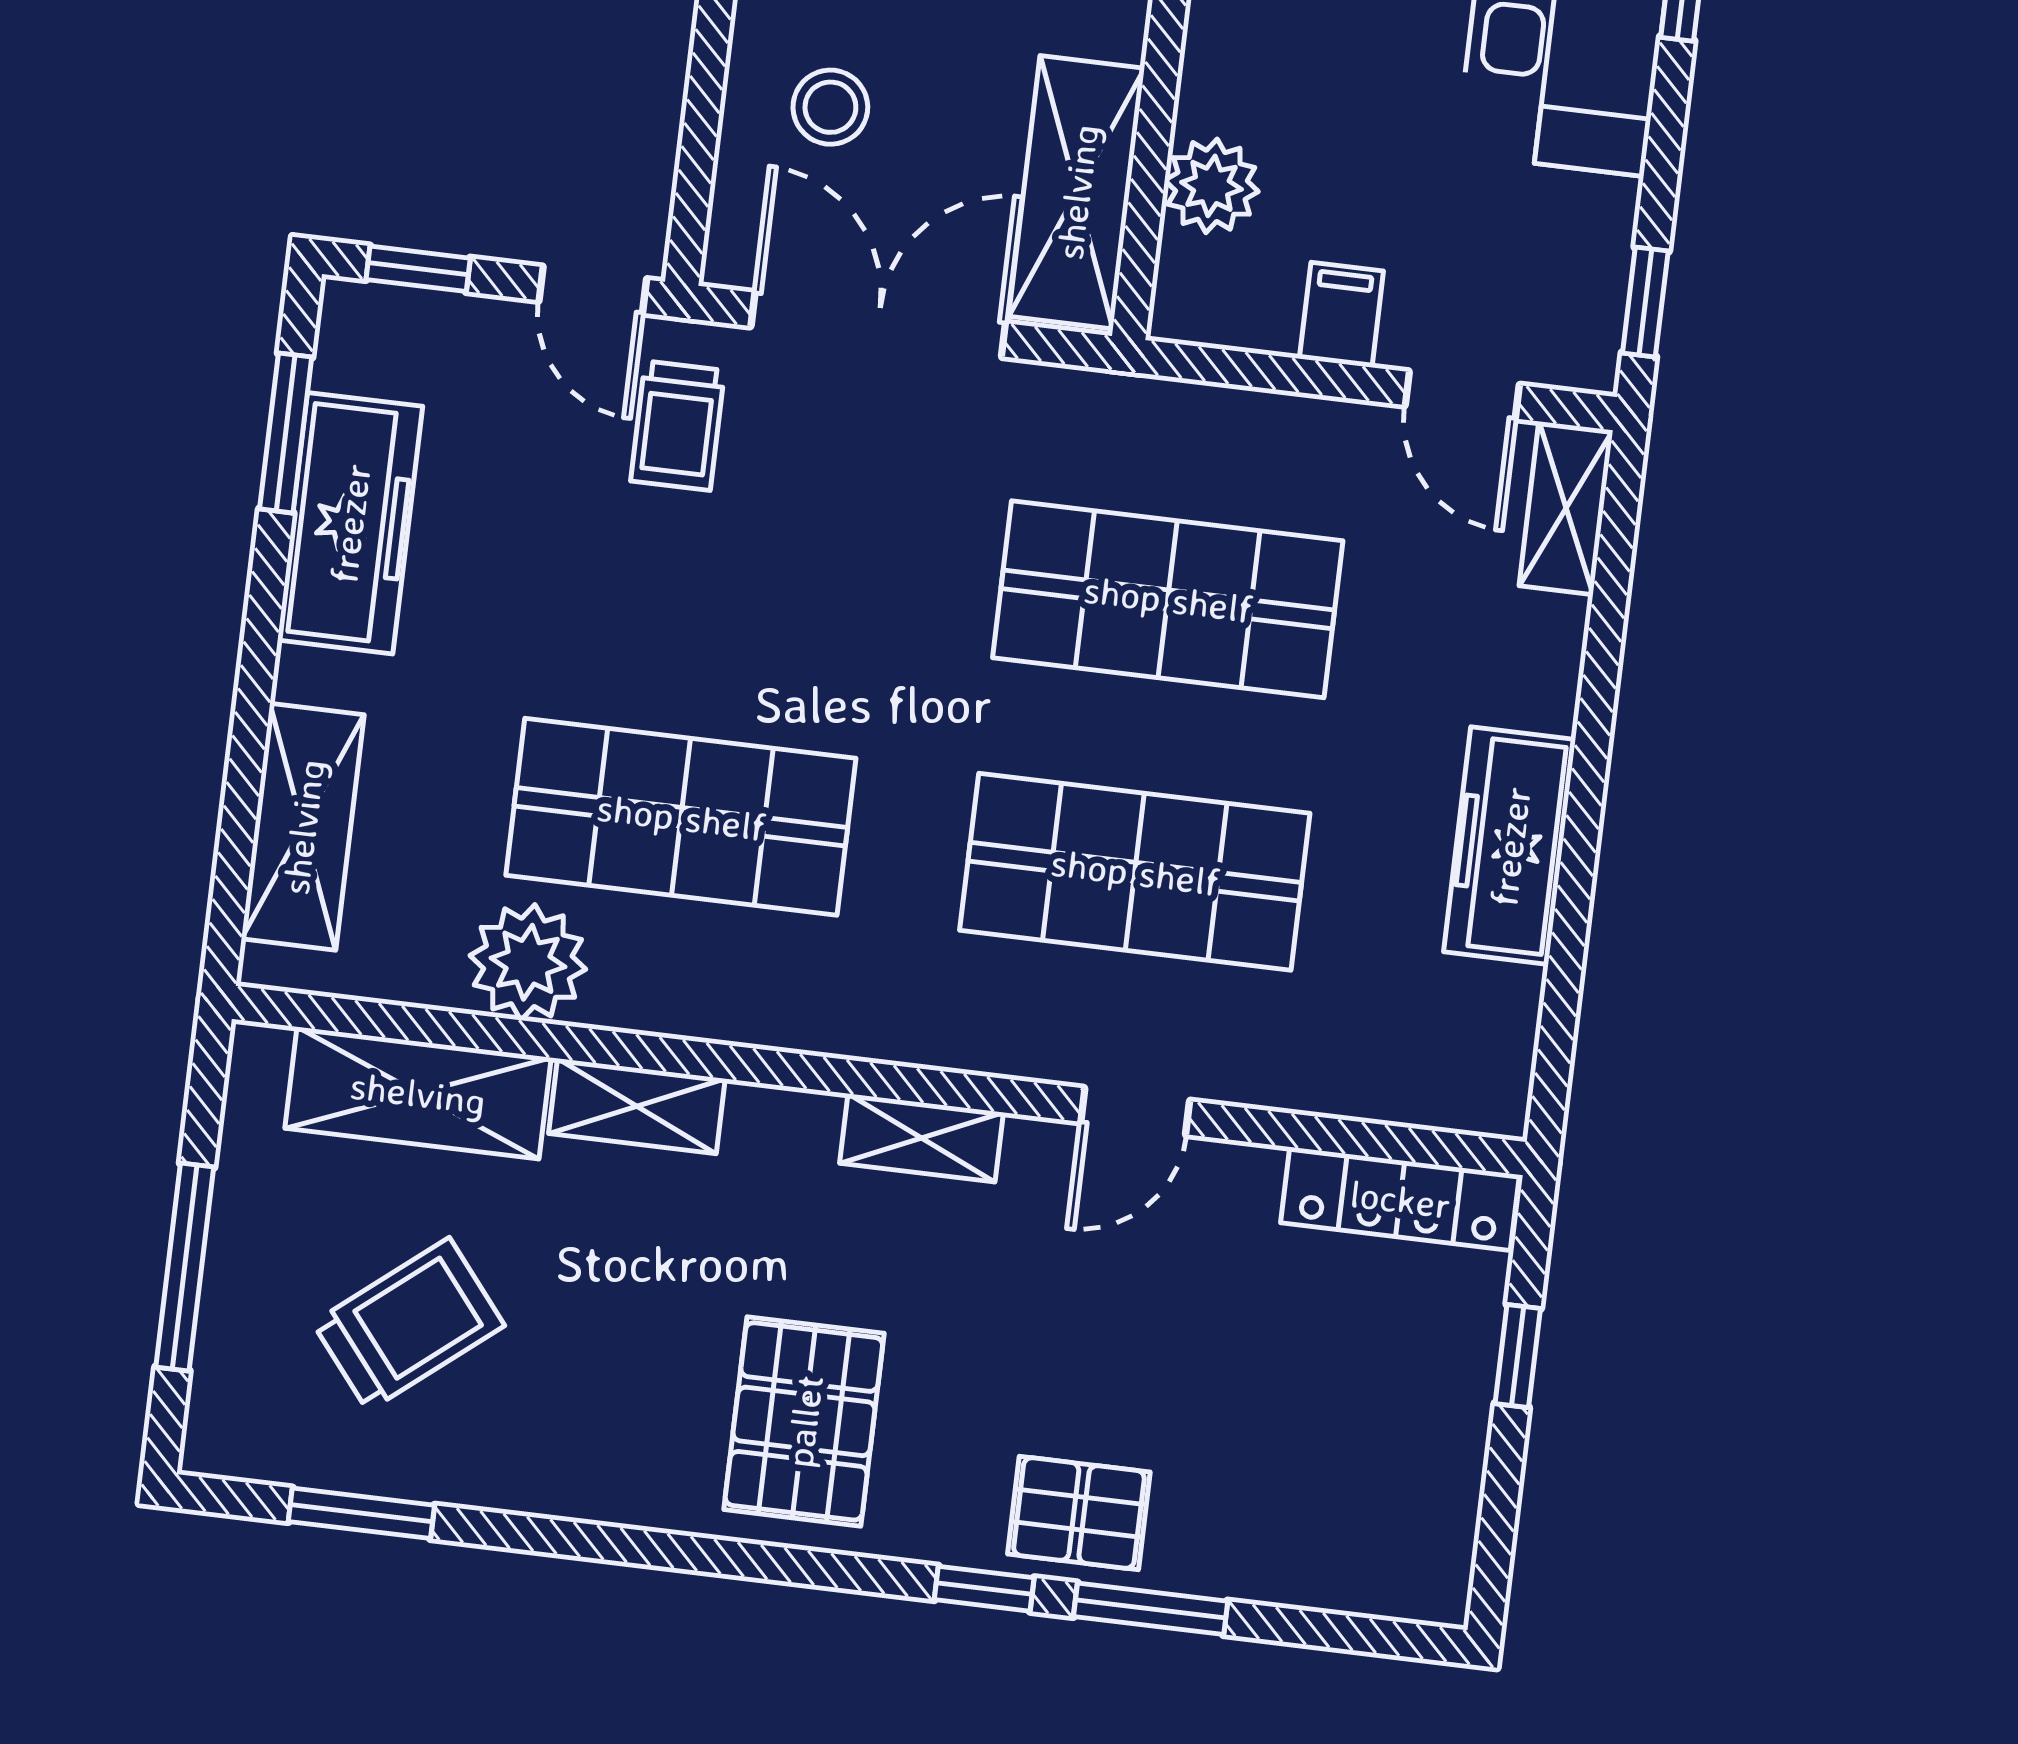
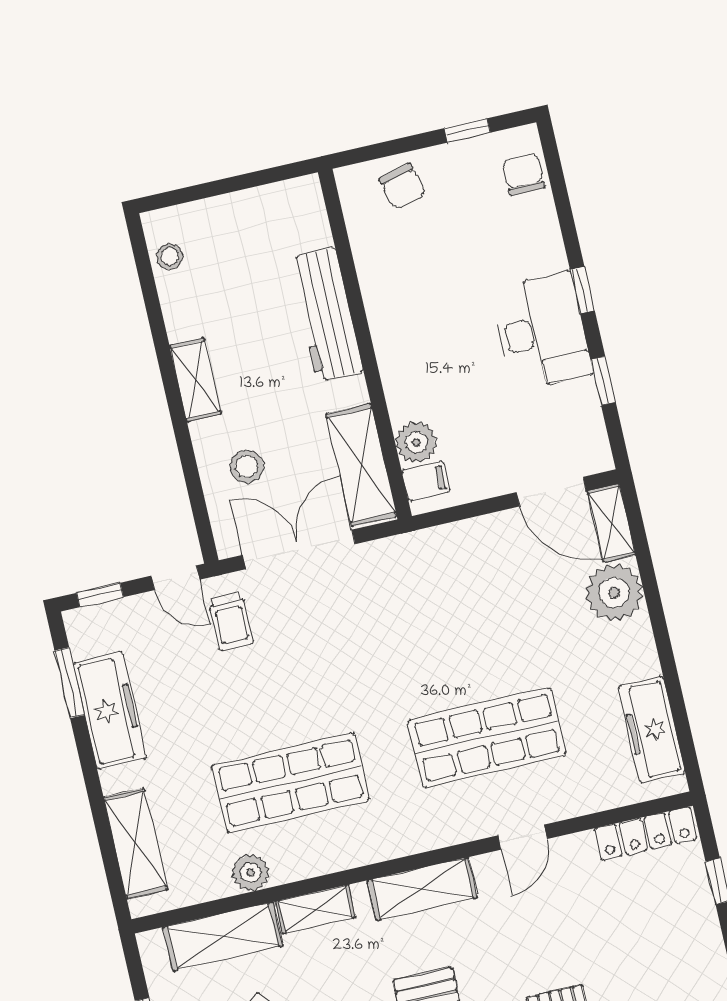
window: (1645, 302) -> (603, 381), moved
filing cabinet: (1341, 315) -> (426, 481), moved, turned 90
door: (1462, 395) -> (551, 492), width x1.37
shop shelf: (1168, 599) -> (460, 620), removed
plant: (1519, 659) -> (614, 593), added
freezer: (1510, 846) -> (652, 730), moved
plant: (528, 962) -> (250, 873), width x0.73, depth x0.73
shelving: (921, 1138) -> (423, 889), width x1.50, depth x1.33

